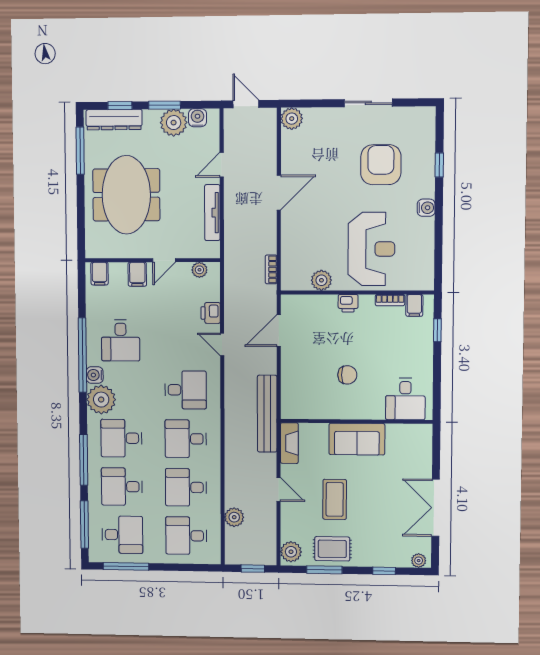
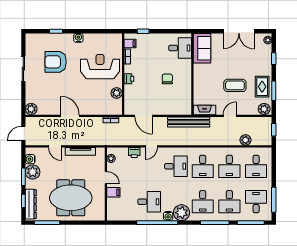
filing cabinet: (100, 274) -> (113, 213), removed
desk: (186, 390) -> (176, 166), turned 90
sofa: (357, 439) -> (202, 48), moved

